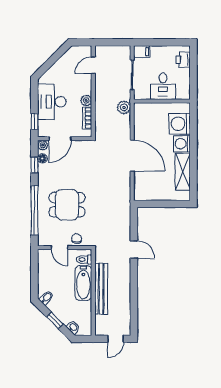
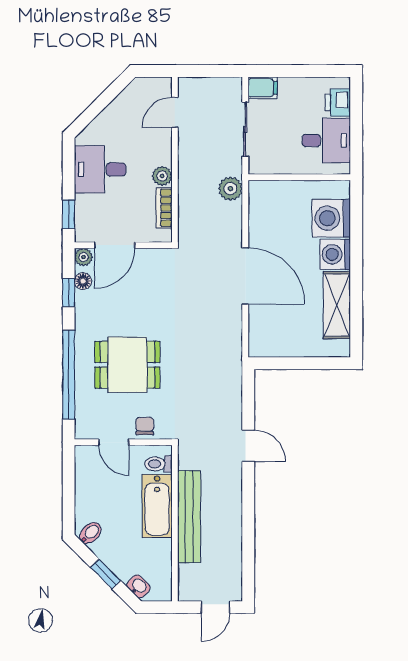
desk: (163, 86) -> (326, 140), moved, turned -90
desk: (52, 102) -> (100, 169), width x0.73

